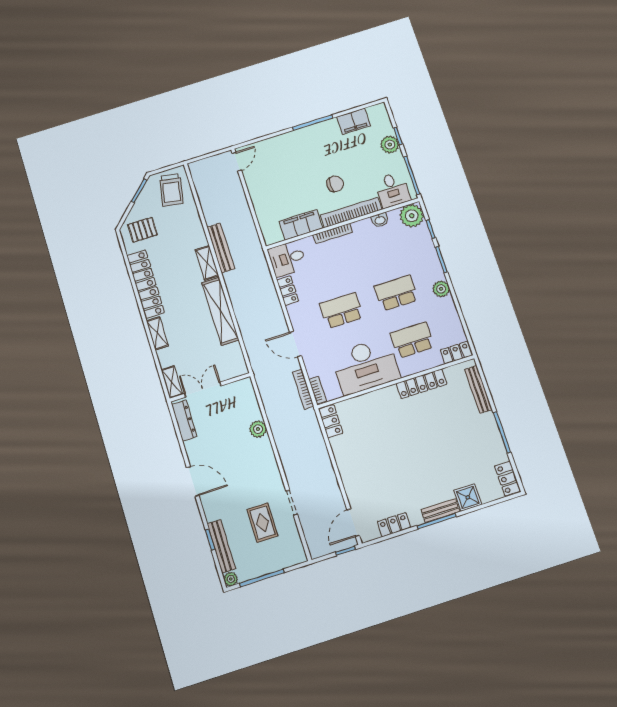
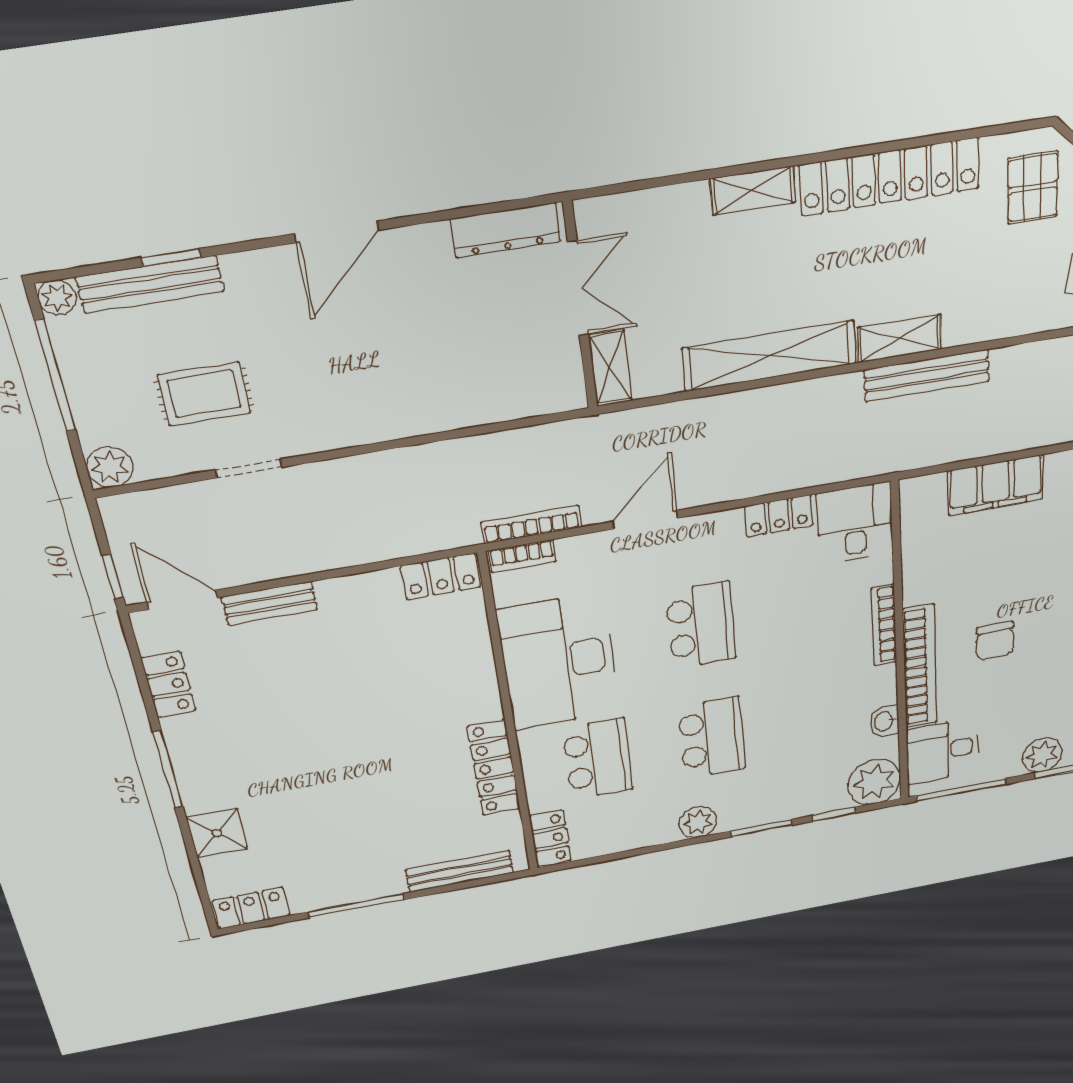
filing cabinet: (301, 225) -> (996, 485), moved, turned 90
shelving: (172, 382) -> (610, 368), moved, turned 90
plant: (258, 429) -> (110, 467), moved
bench: (440, 511) -> (270, 603), moved, turned 90

